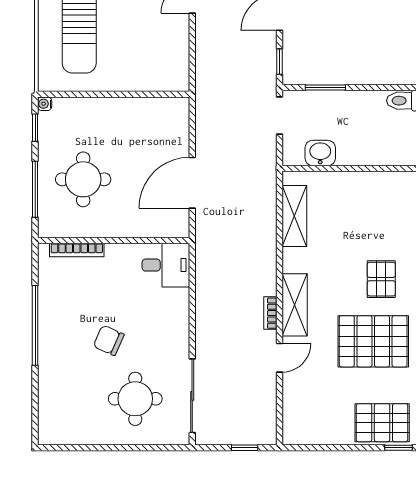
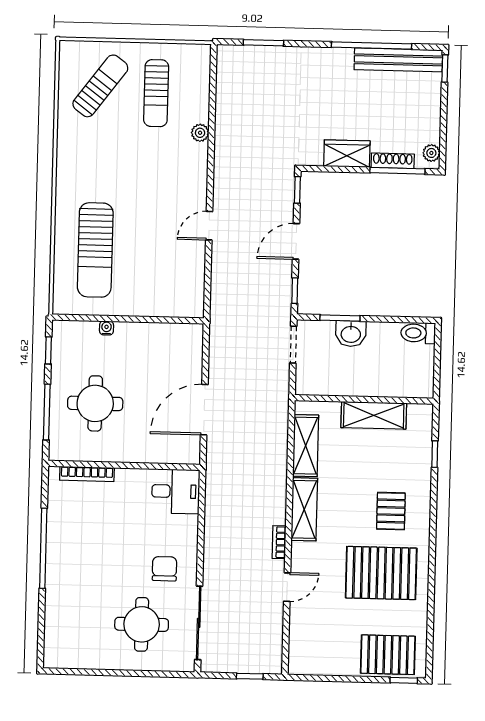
water cooler: (45, 104) -> (106, 328), moved, turned 90
washbasin: (320, 153) -> (351, 334), moved, turned 180
shelving: (362, 184) -> (374, 415), added
shelving: (295, 305) -> (304, 509), moved
chair: (109, 340) -> (164, 569), moved, turned 66

